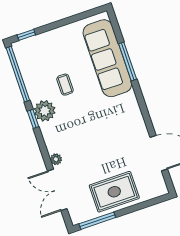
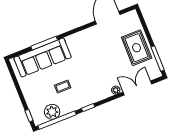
plant: (45, 111) -> (52, 112), moved
double door: (57, 190) -> (137, 88), swing flipped

